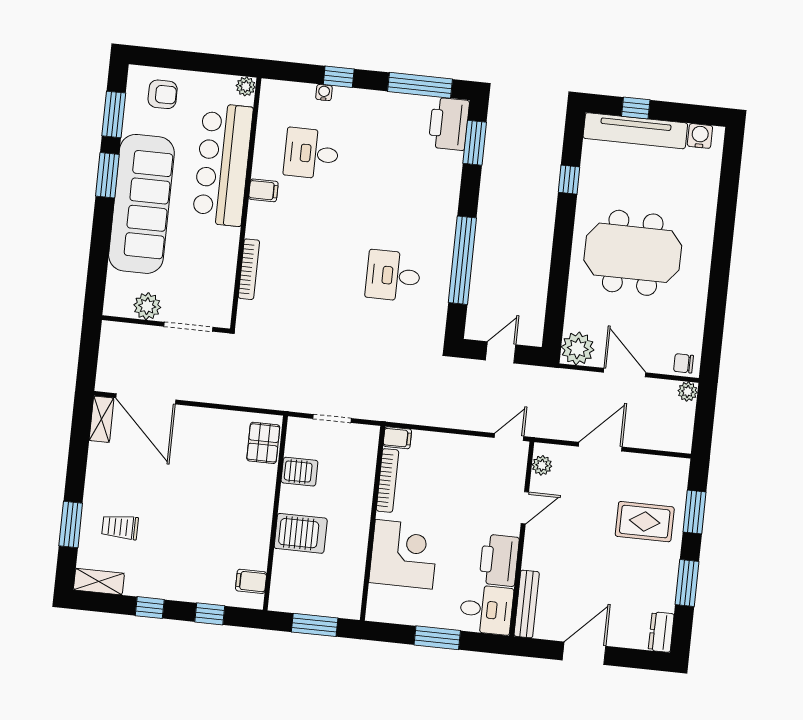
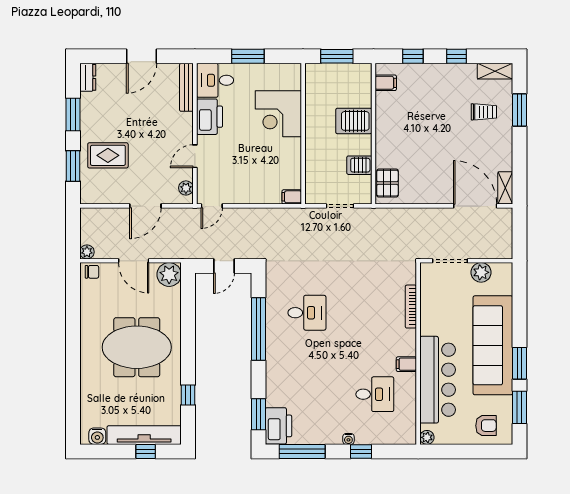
water cooler: (324, 93) -> (348, 439), moved
armchair: (163, 94) -> (486, 426), turned 180
bookcase: (387, 480) -> (296, 165), removed

